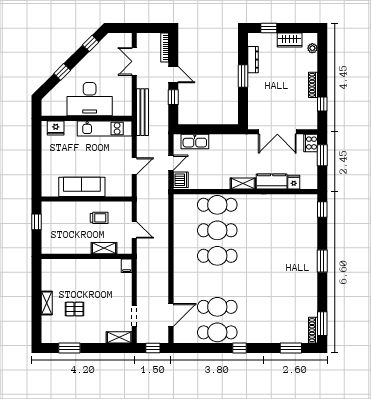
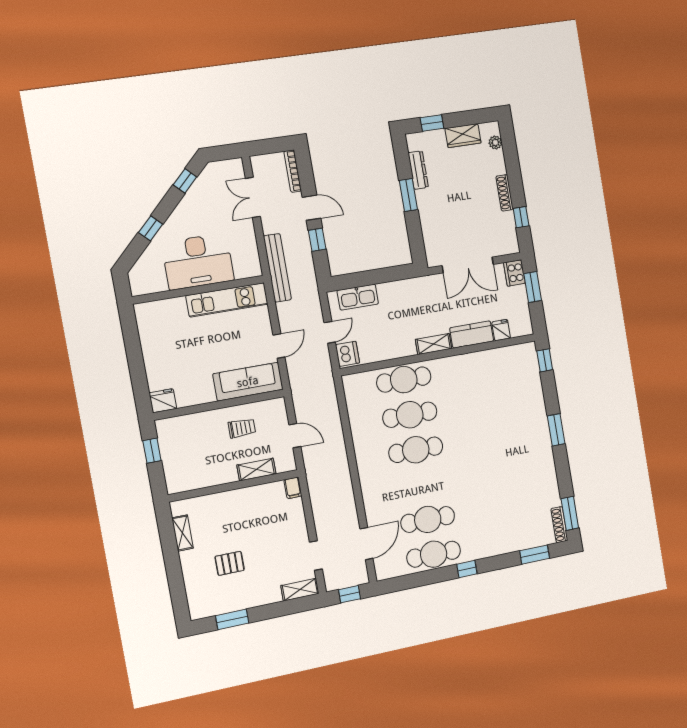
fridge: (56, 128) -> (163, 401), moved, turned 180
sofa: (82, 187) -> (248, 382), moved
shelving: (47, 303) -> (183, 533), moved

